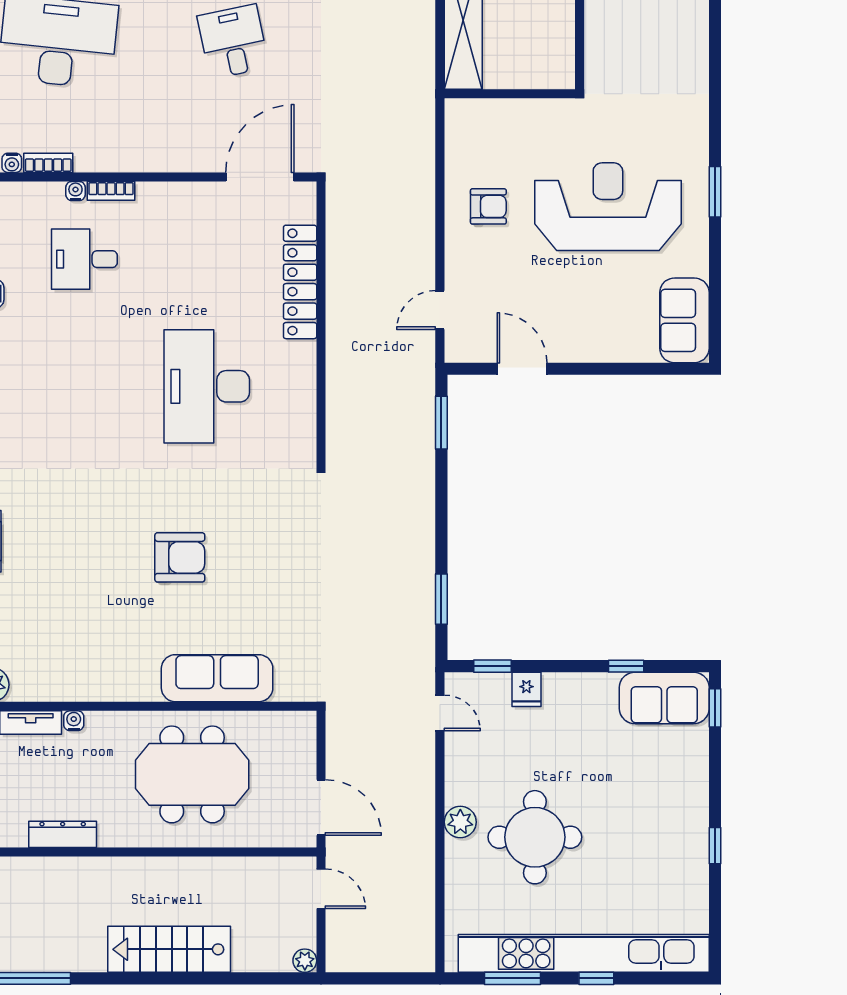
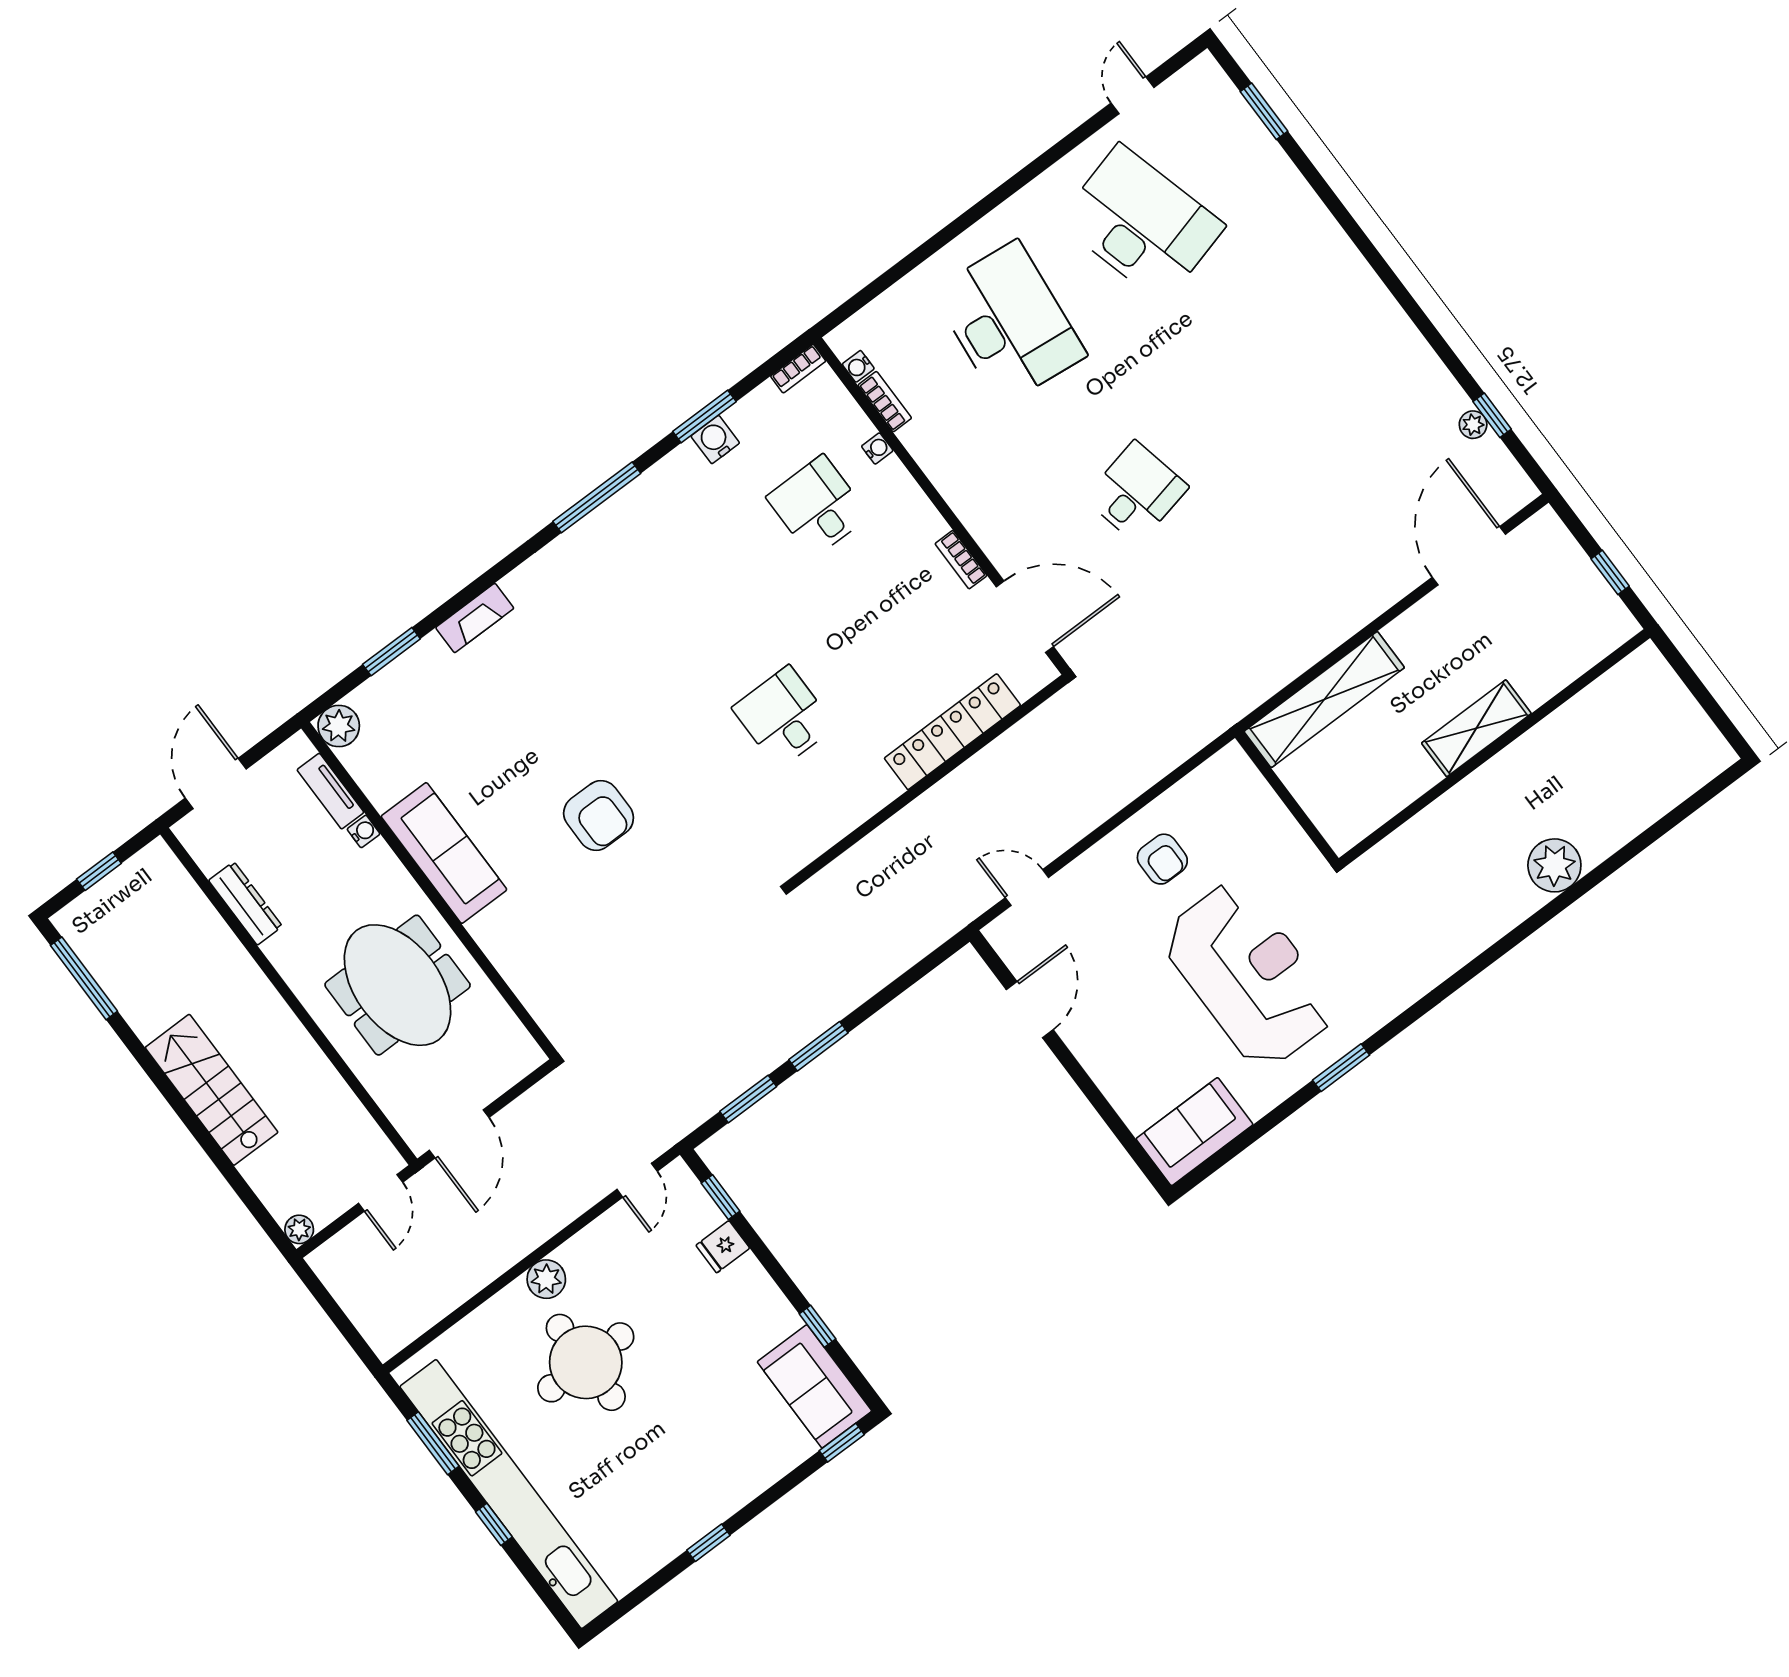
bookcase: (111, 191) -> (961, 560), moved
desk: (207, 386) -> (784, 717), width x0.53, depth x0.77
window: (441, 423) -> (818, 1046), moved
sofa: (217, 678) -> (444, 853), moved

